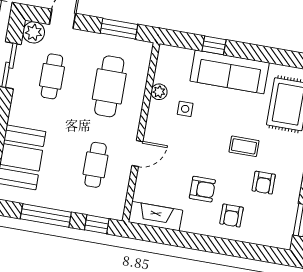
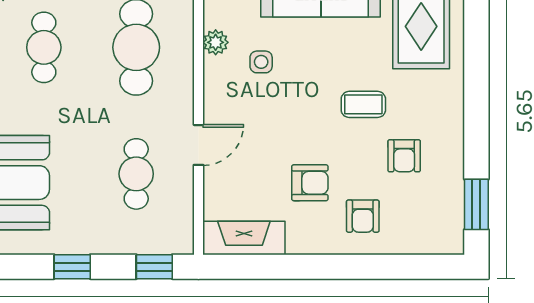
window: (46, 215) -> (72, 267), width x0.46

